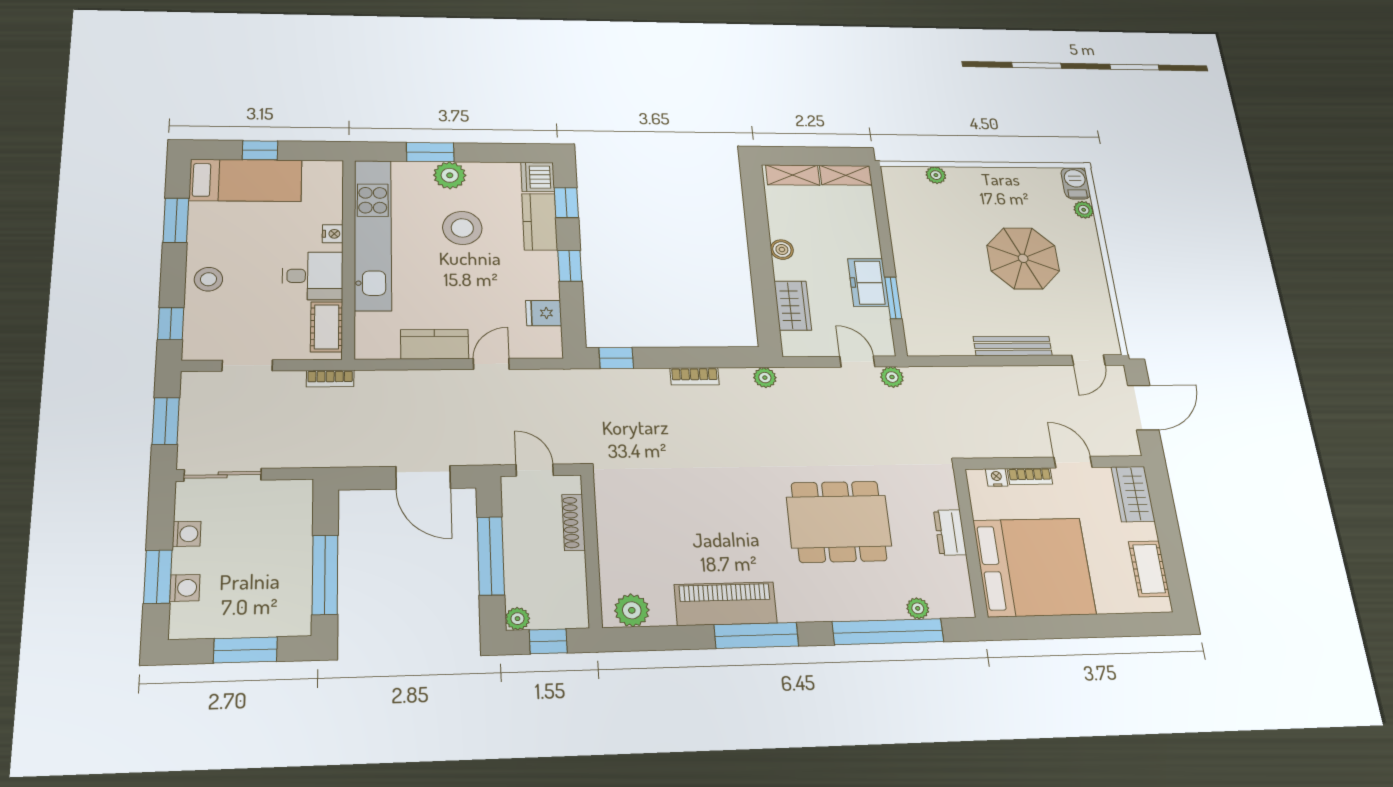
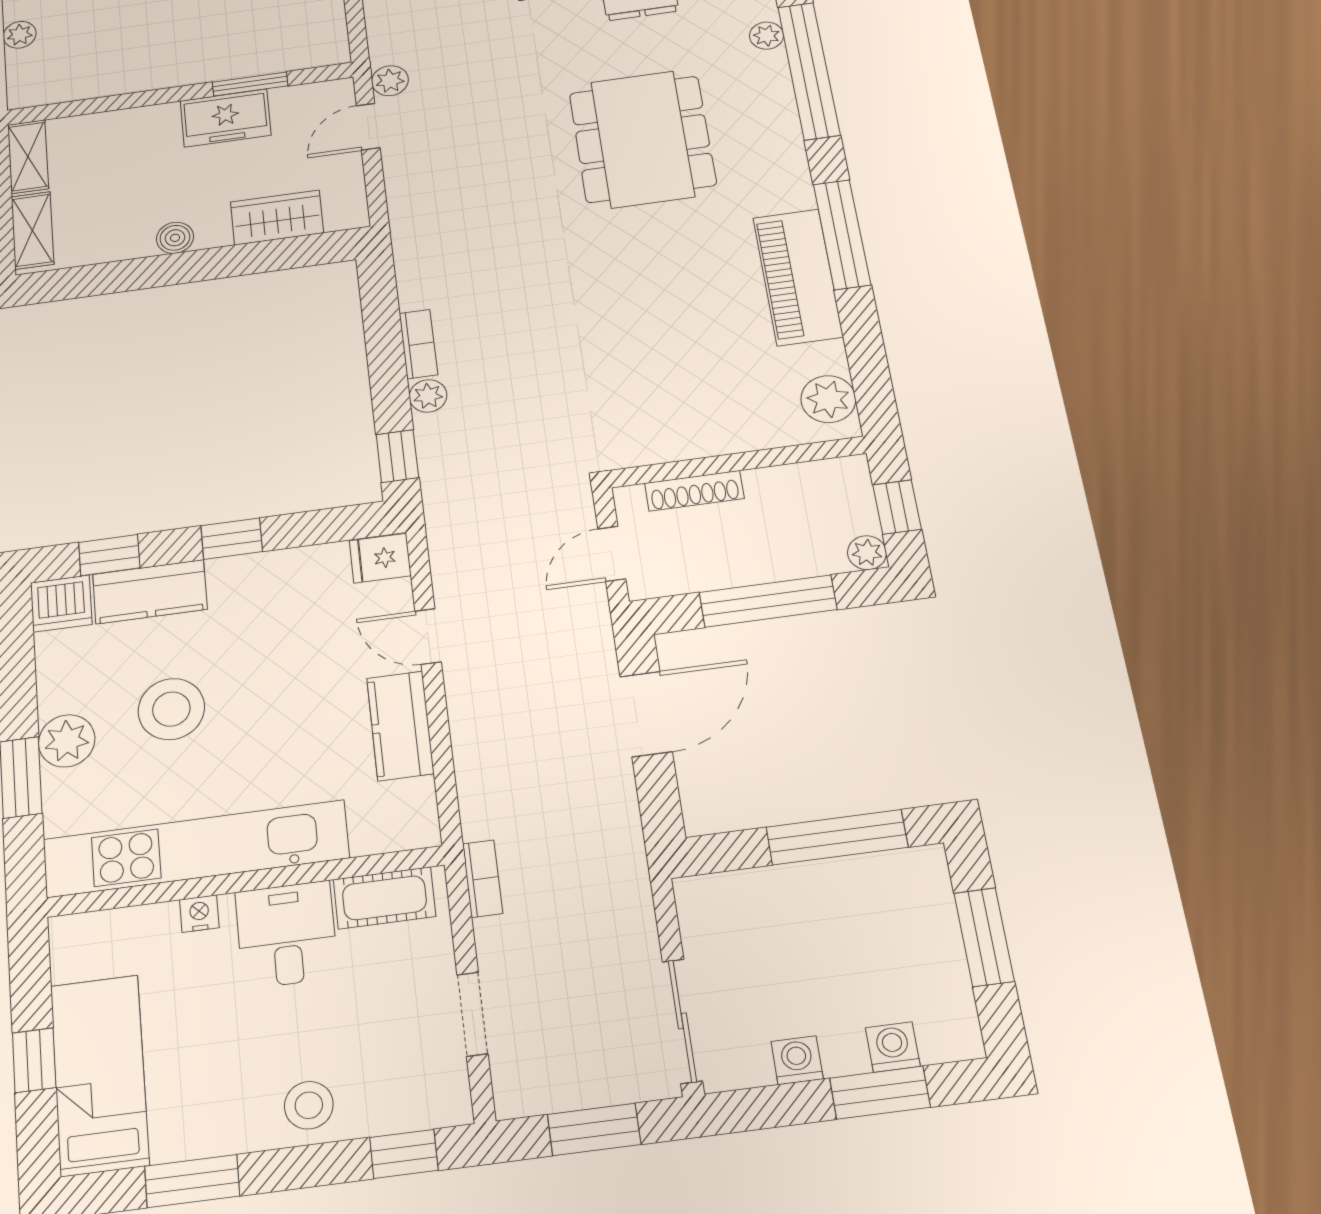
fridge: (544, 313) -> (380, 558), moved, turned 90
plant: (765, 378) -> (428, 396), moved

